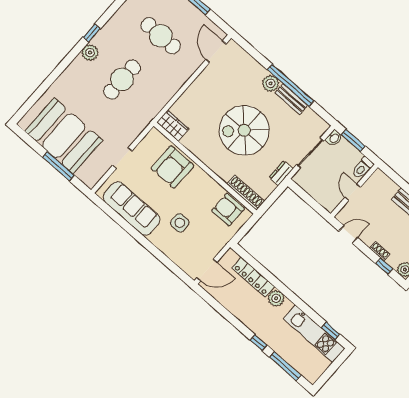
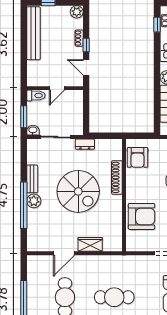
door: (216, 52) -> (64, 253), moved
window: (291, 85) -> (24, 205), moved
wardrobe: (173, 126) -> (90, 244), moved, turned 90
shoe rack: (246, 193) -> (117, 177), moved
window: (384, 266) -> (86, 45), moved

